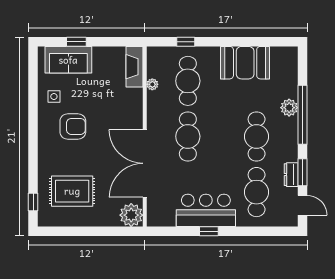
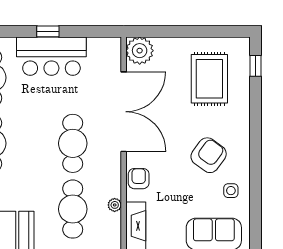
armchair: (132, 107) -> (139, 179), added
armchair: (73, 126) -> (209, 155), turned 126
rug: (72, 191) -> (209, 79), turned 90

